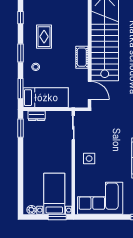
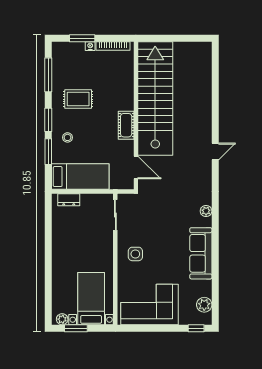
window: (21, 18) -> (48, 75), width x2.17
rug: (44, 37) -> (78, 99), turned 90
window: (21, 89) -> (48, 152), moved
window: (21, 128) -> (48, 215), removed
window: (57, 217) -> (76, 328), moved

